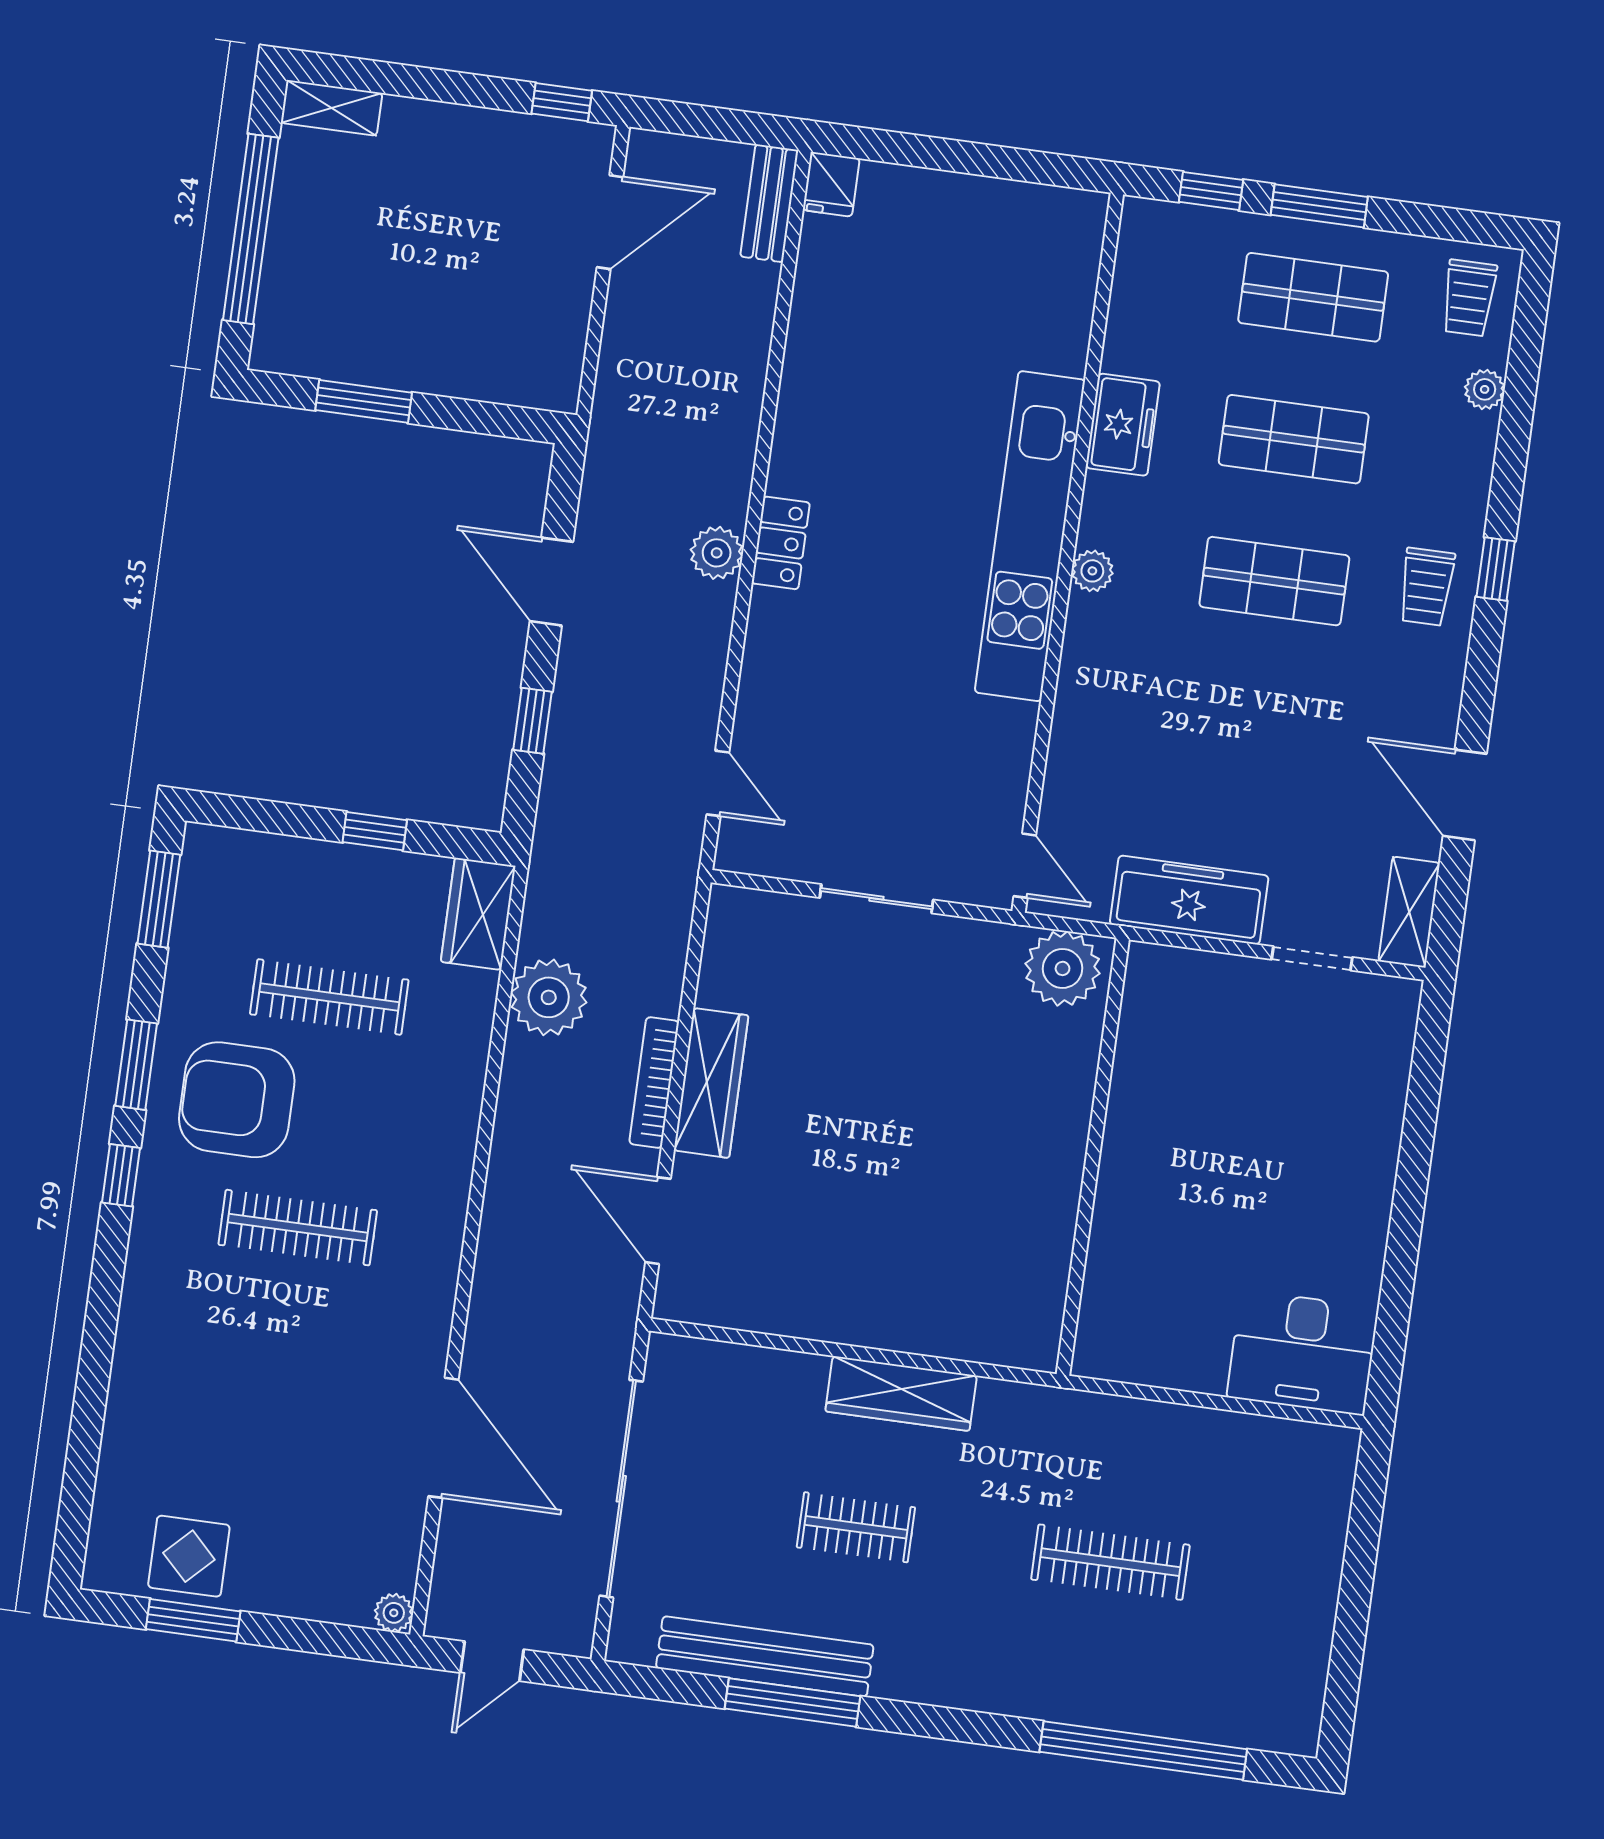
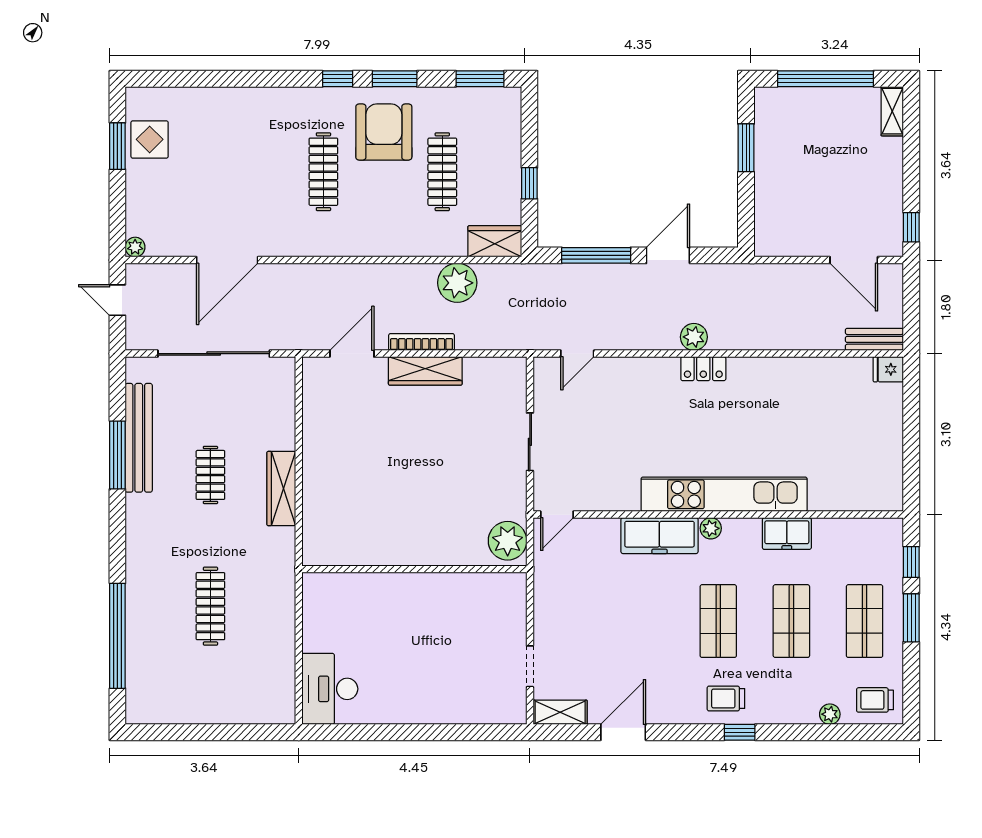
window: (532, 721) -> (596, 255), width x2.17
freezer: (1189, 900) -> (659, 536), moved, turned 90

